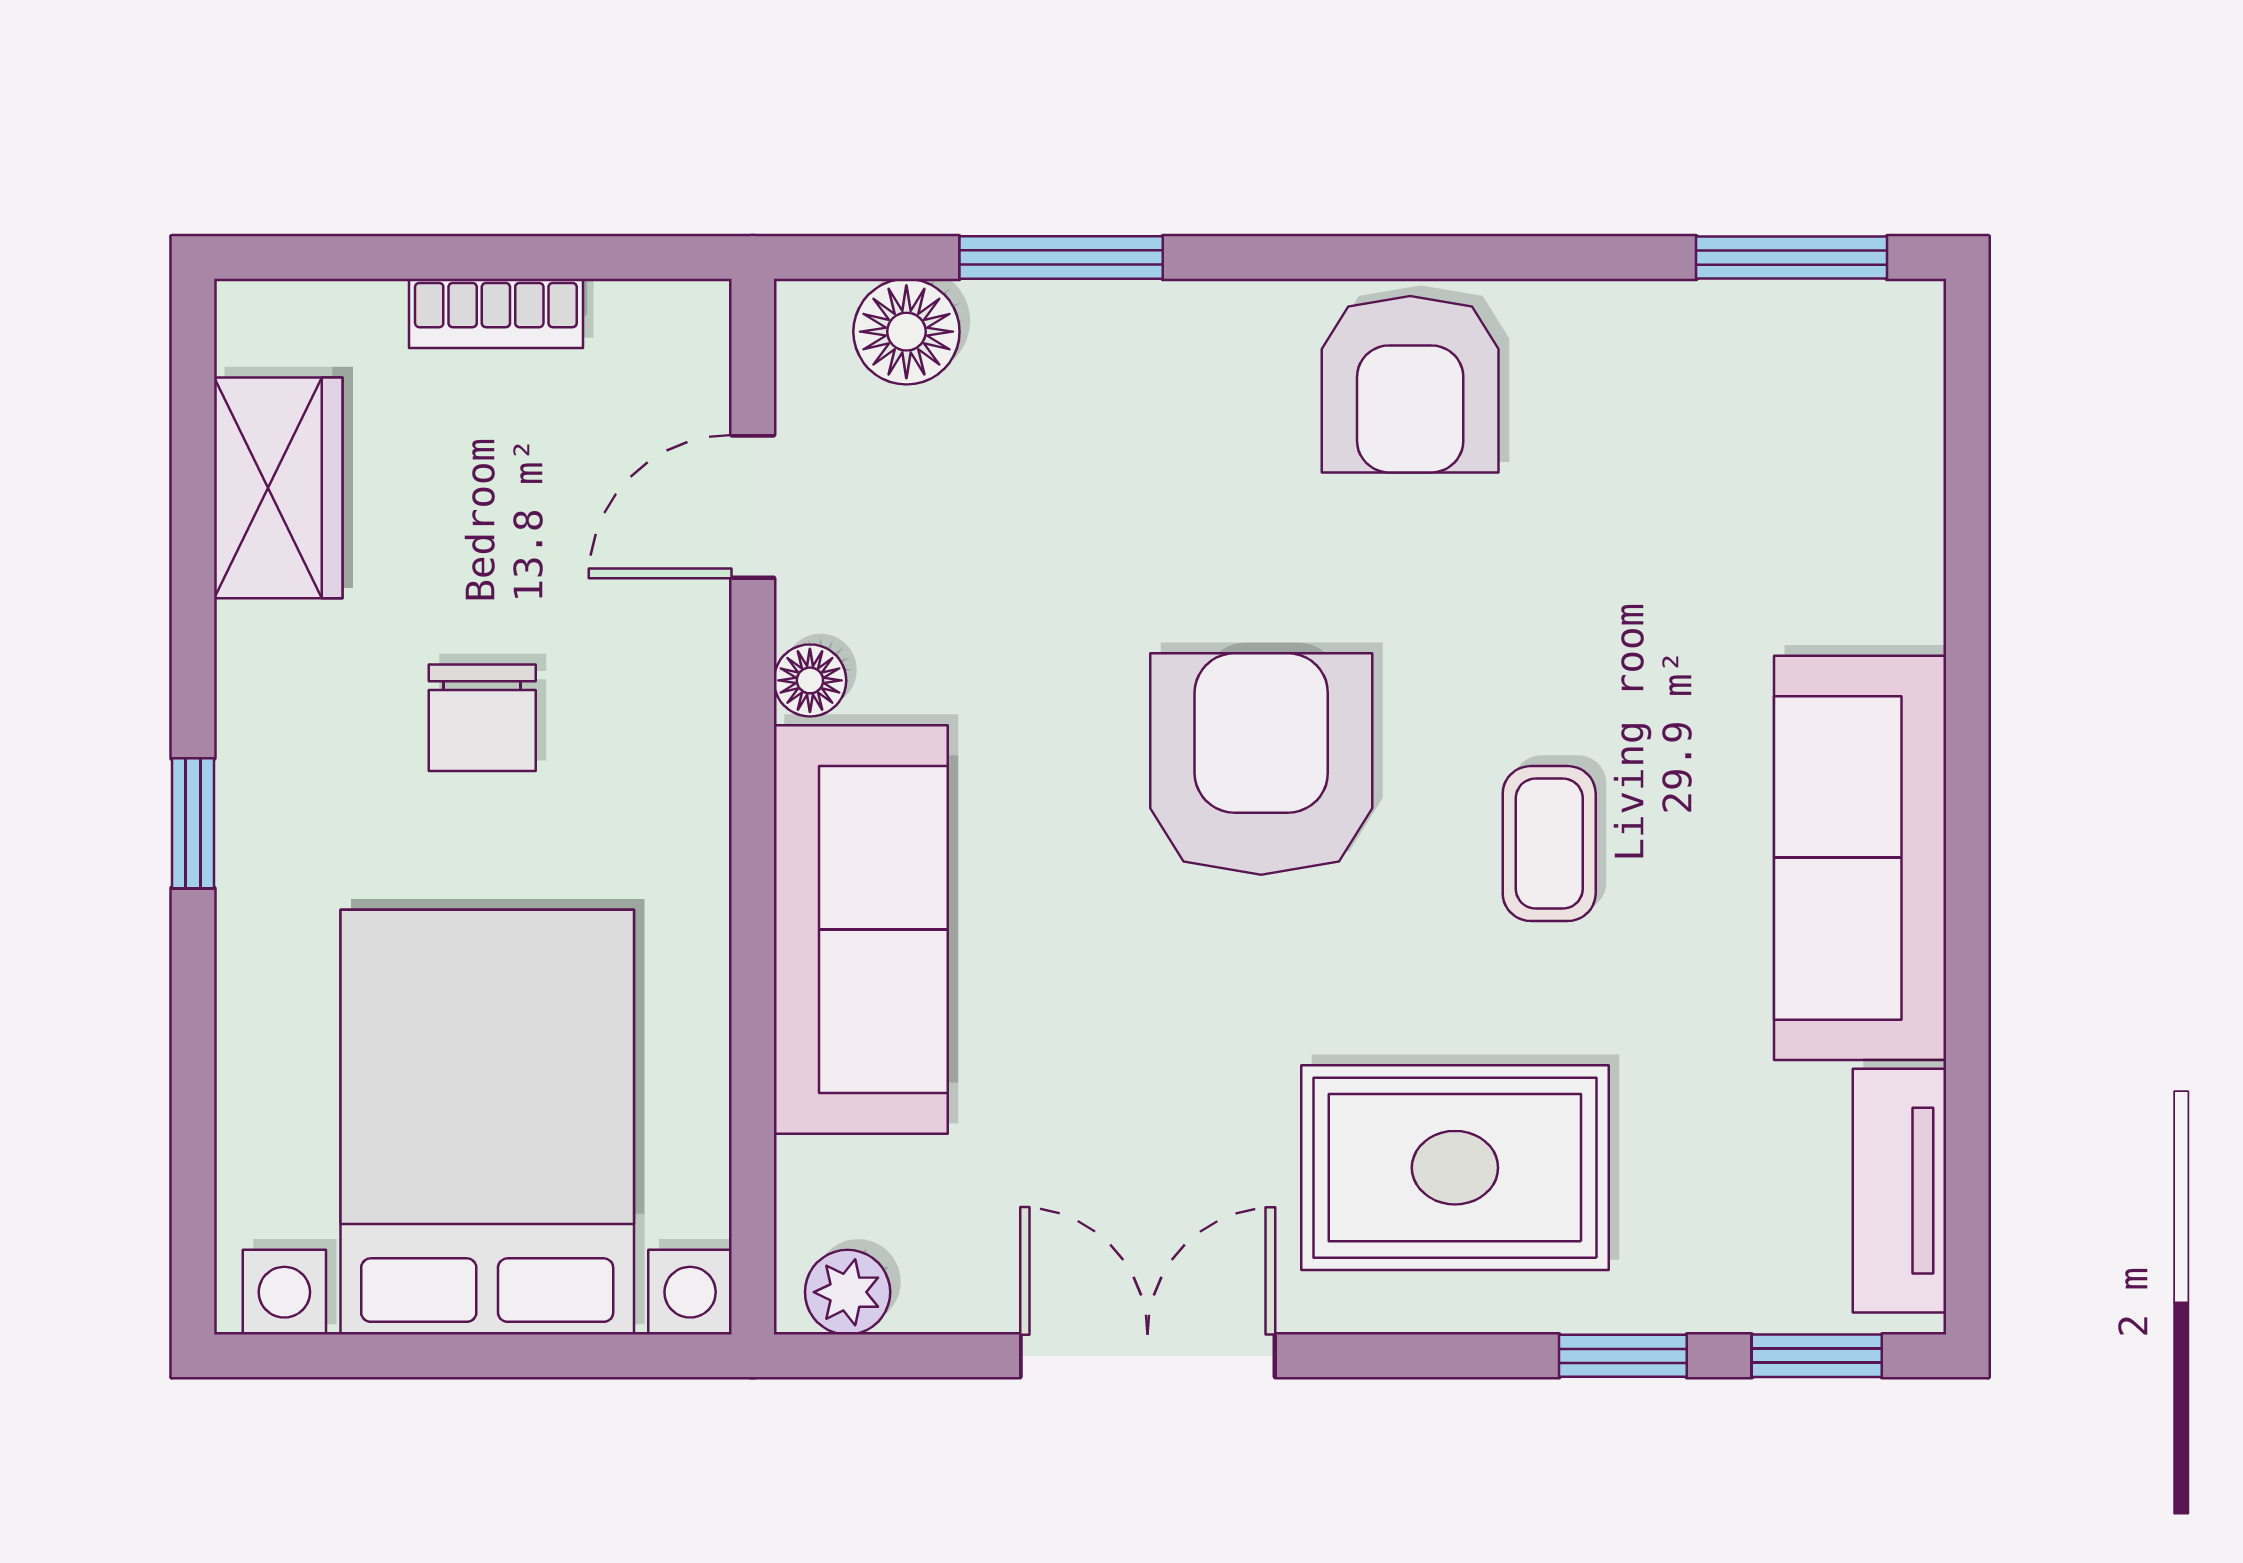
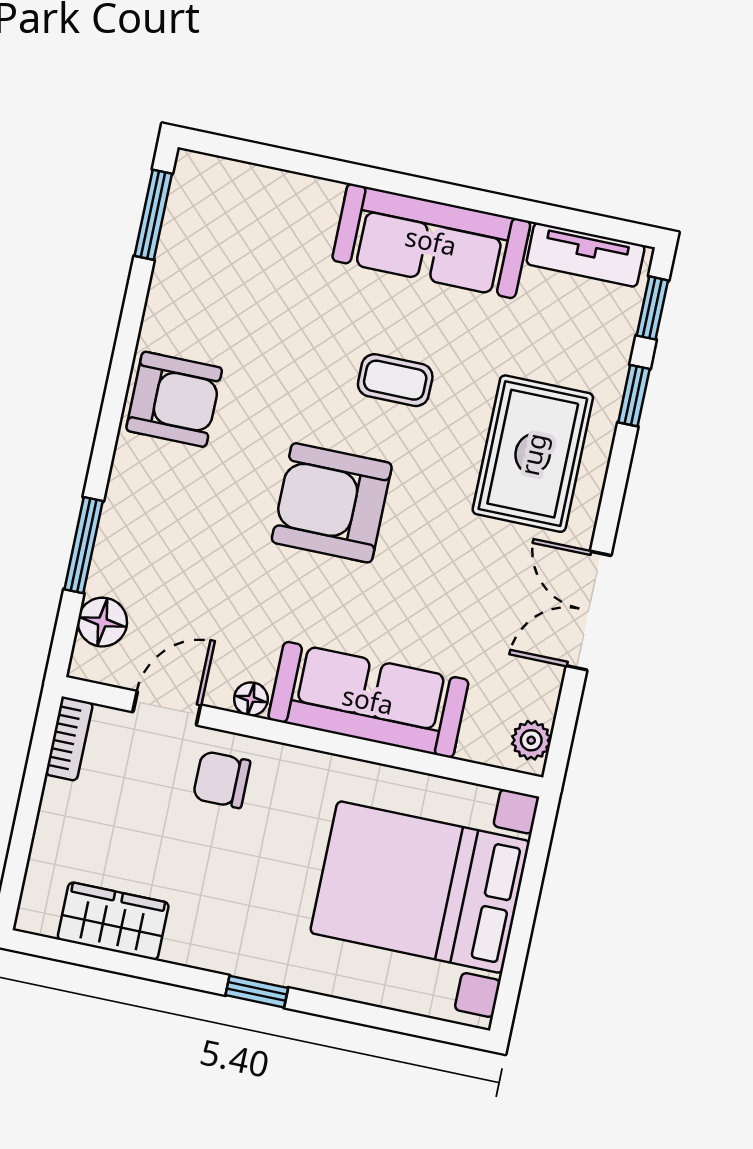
bookcase: (496, 313) -> (69, 739), moved
door: (753, 507) -> (167, 708), swing flipped
chair: (482, 718) -> (222, 780), moved, turned 180

